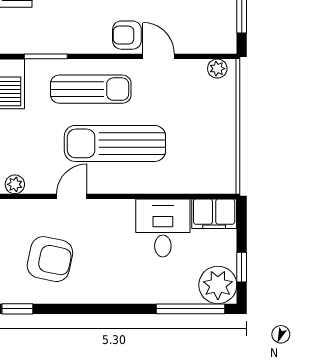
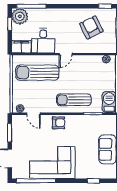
door: (159, 56) -> (33, 114), moved
sun lounger: (115, 143) -> (37, 73), moved, turned 180
door: (72, 196) -> (66, 54), moved
armchair: (50, 259) -> (91, 27), turned 51

